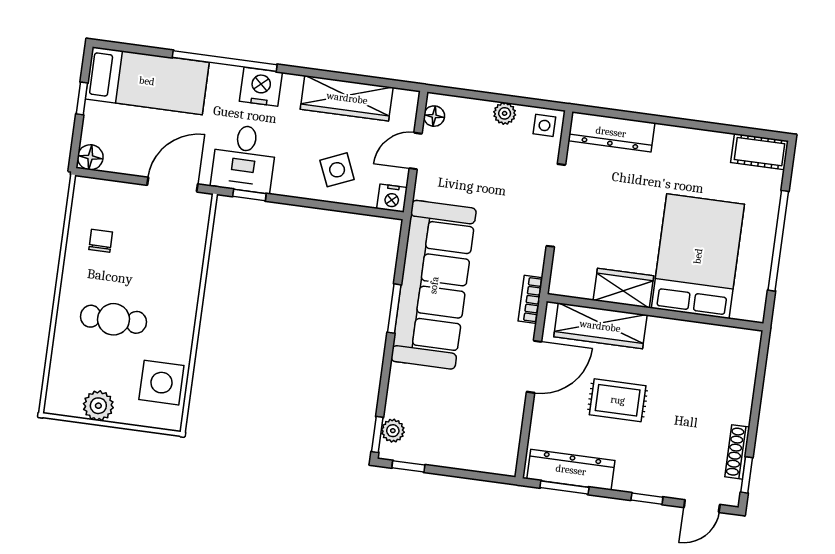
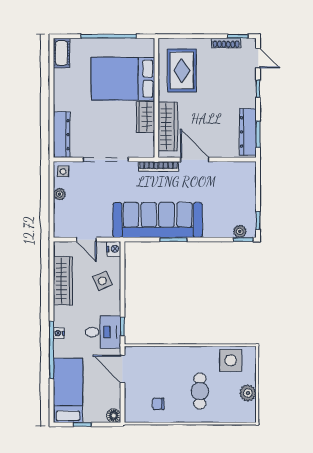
nightstand: (261, 87) -> (59, 333), width x0.53, depth x0.56
floor lamp: (434, 116) -> (66, 232), removed
bookcase: (530, 299) -> (158, 166), width x1.56
rug: (618, 400) -> (182, 70), moved, width x1.36, depth x1.43

